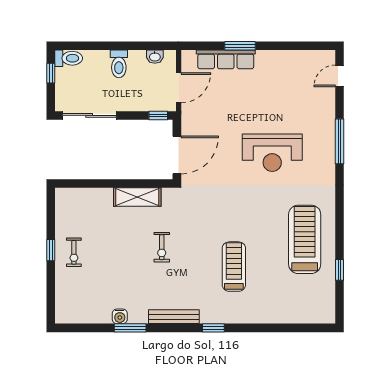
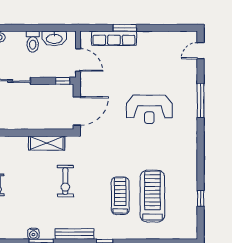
washbasin: (155, 57) -> (54, 38), width x1.91, depth x1.45
door: (179, 88) -> (78, 60), hinge flipped
treadmill: (305, 239) -> (152, 196), moved
exercise bike: (162, 247) -> (65, 181), width x1.38, depth x1.39

